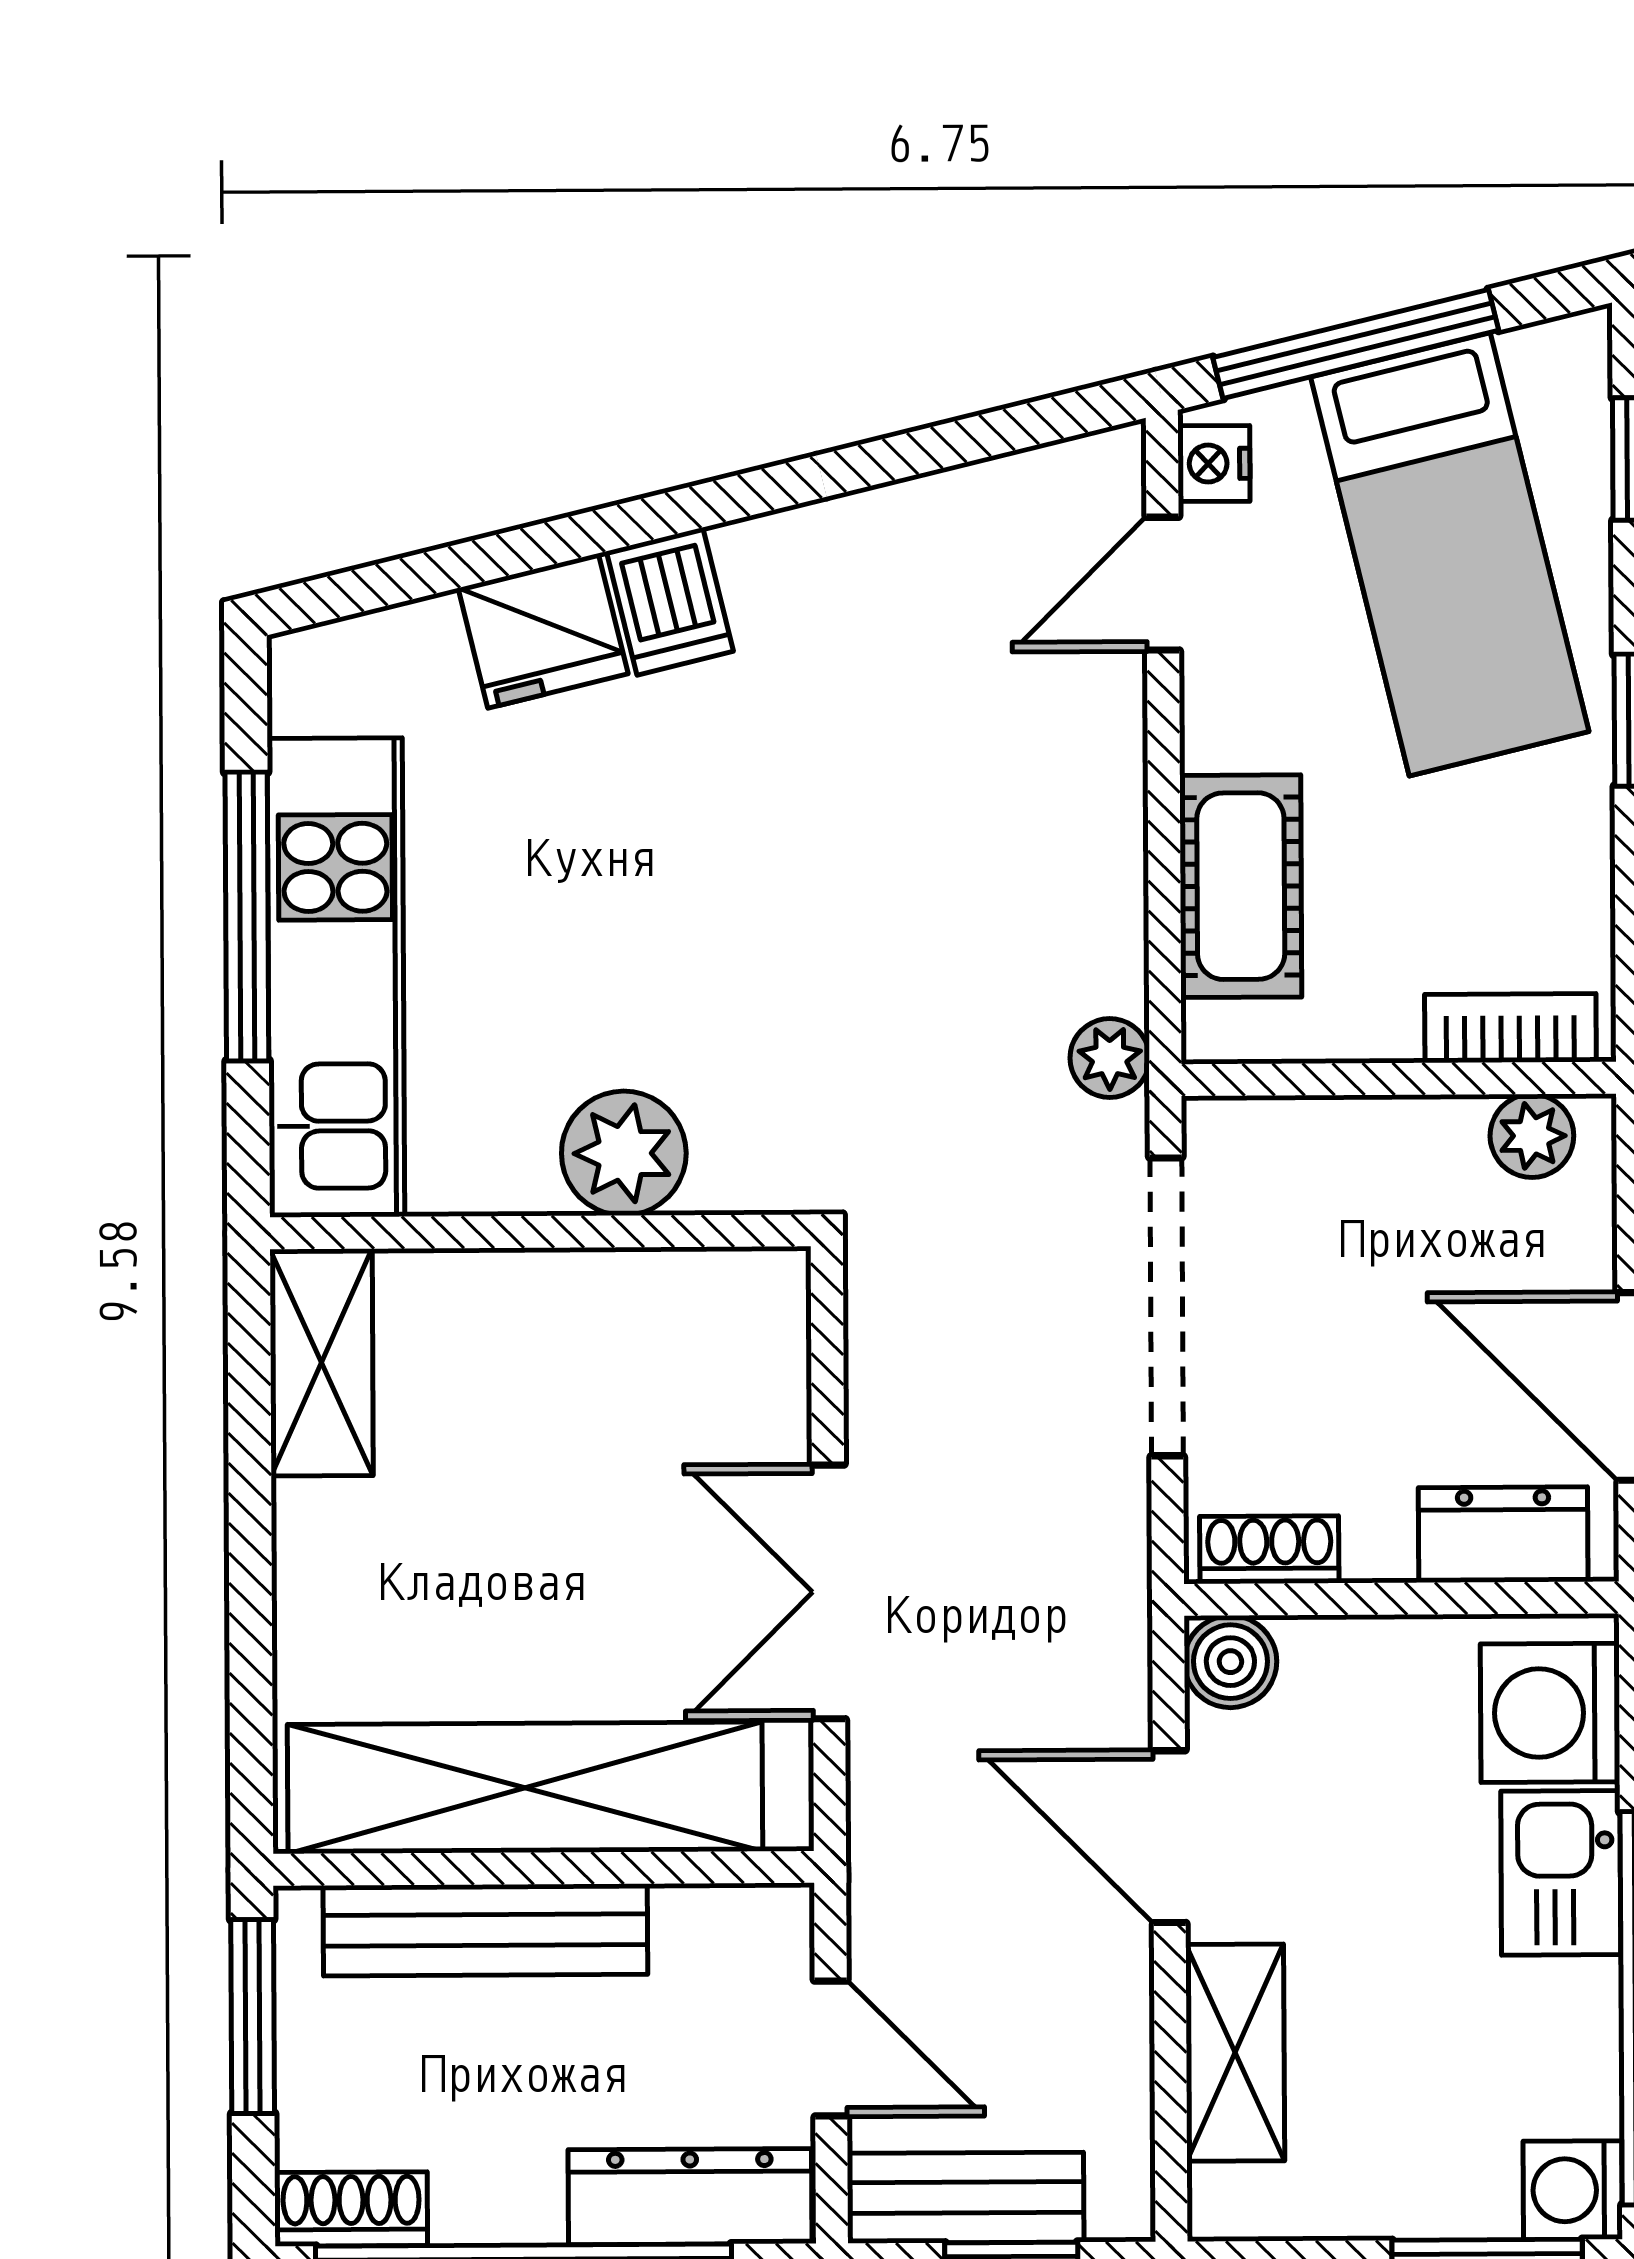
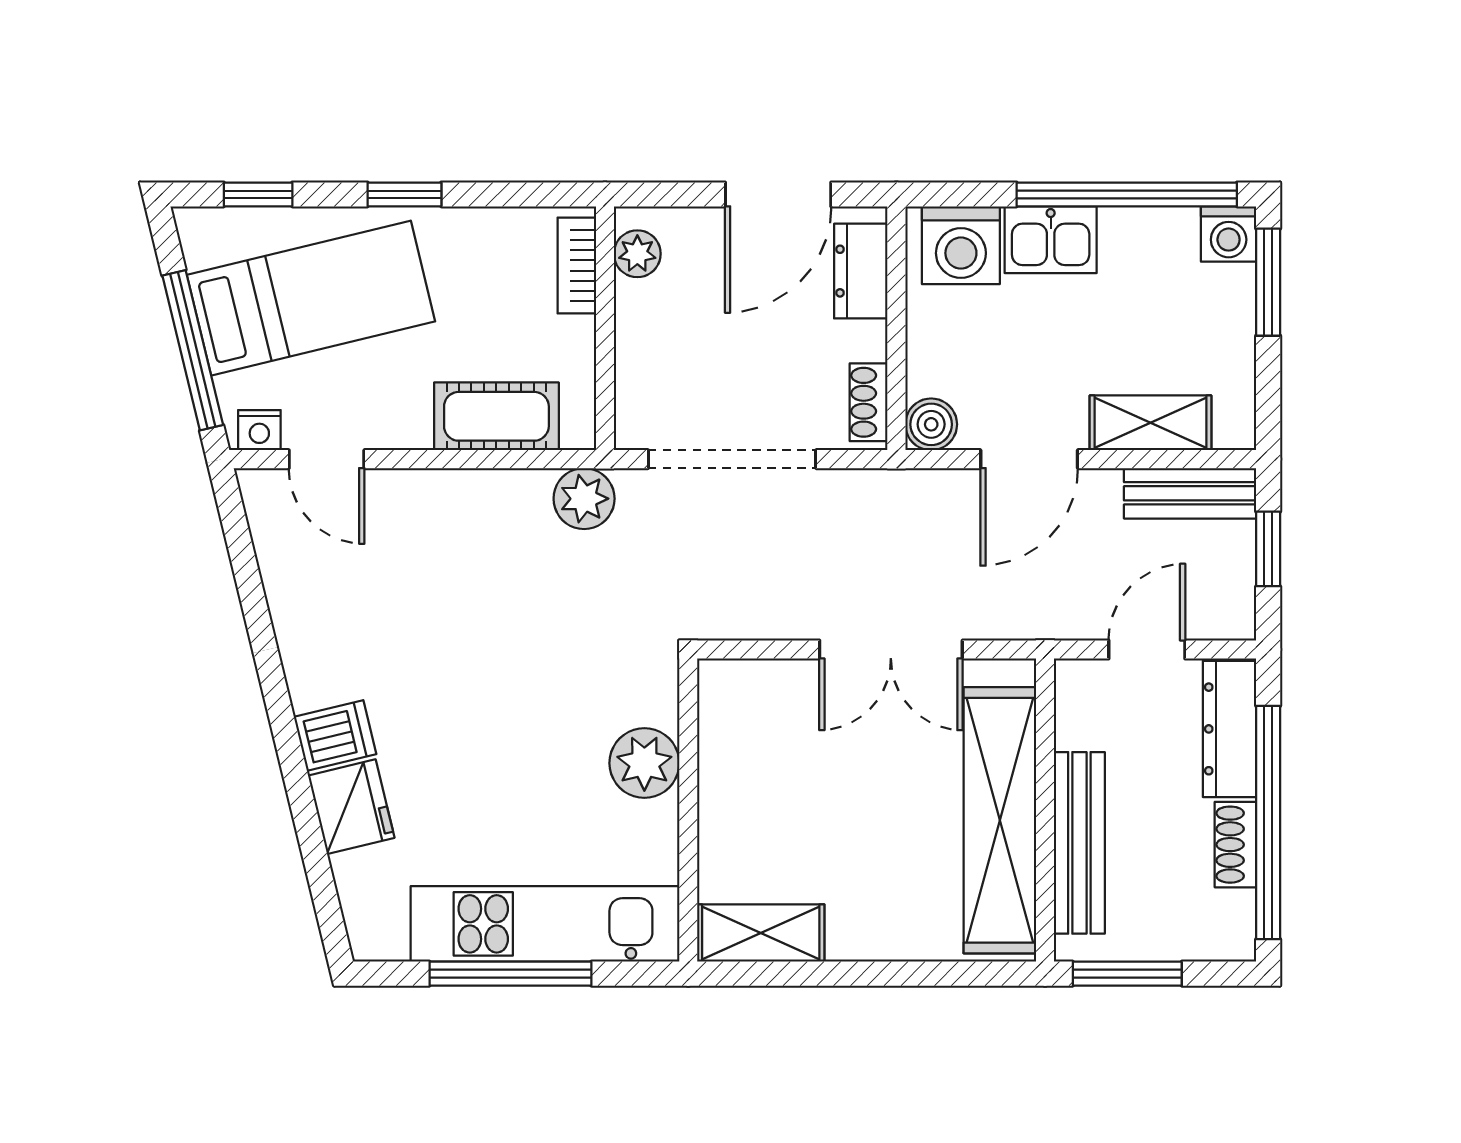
plant: (1110, 1058) -> (584, 499), width x1.38, depth x1.38
bench: (966, 2198) -> (1190, 493), moved, turned 90
shoe rack: (351, 2209) -> (1235, 845), moved

